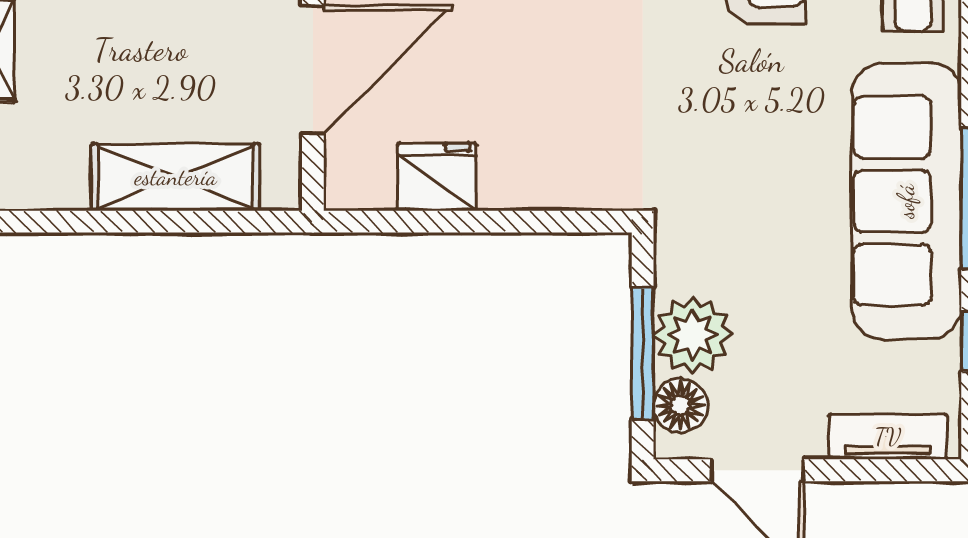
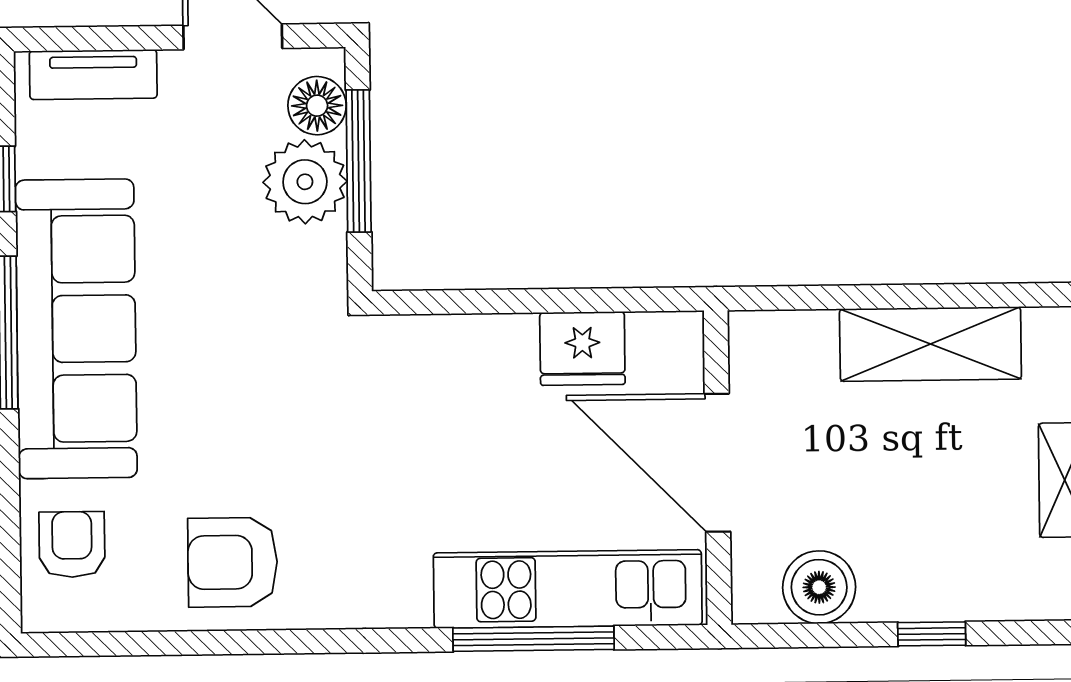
door: (313, 69) -> (717, 463), hinge flipped
shelving: (176, 177) -> (930, 344), moved

